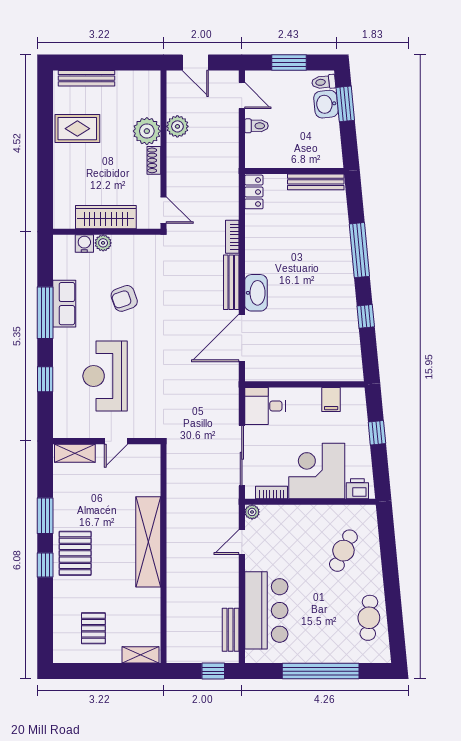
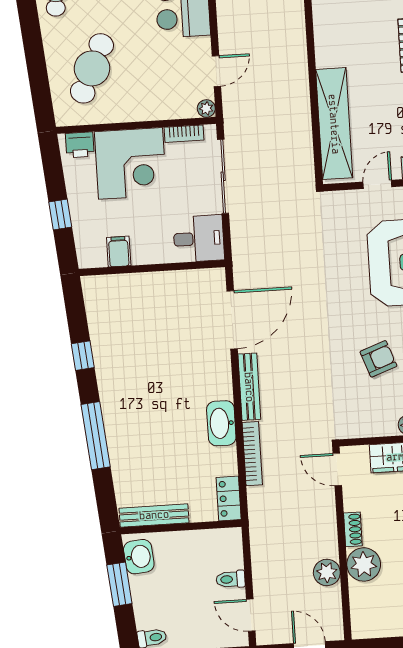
washbasin: (326, 104) -> (139, 557), moved
window: (345, 104) -> (119, 584), moved
bookcase: (232, 237) -> (252, 454), width x1.56
washbasin: (256, 293) -> (221, 423), moved
shelving: (148, 542) -> (334, 124), moved
cafe table: (343, 551) -> (92, 68), width x1.37, depth x1.35

